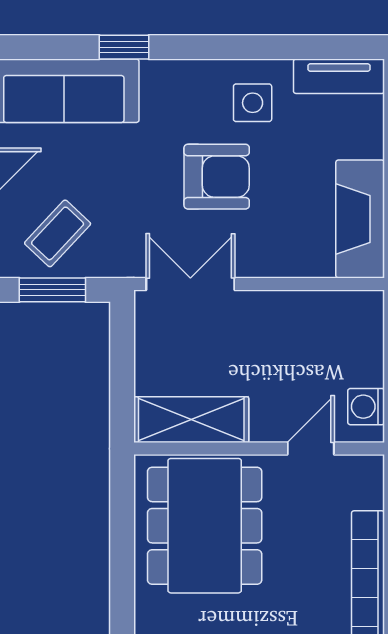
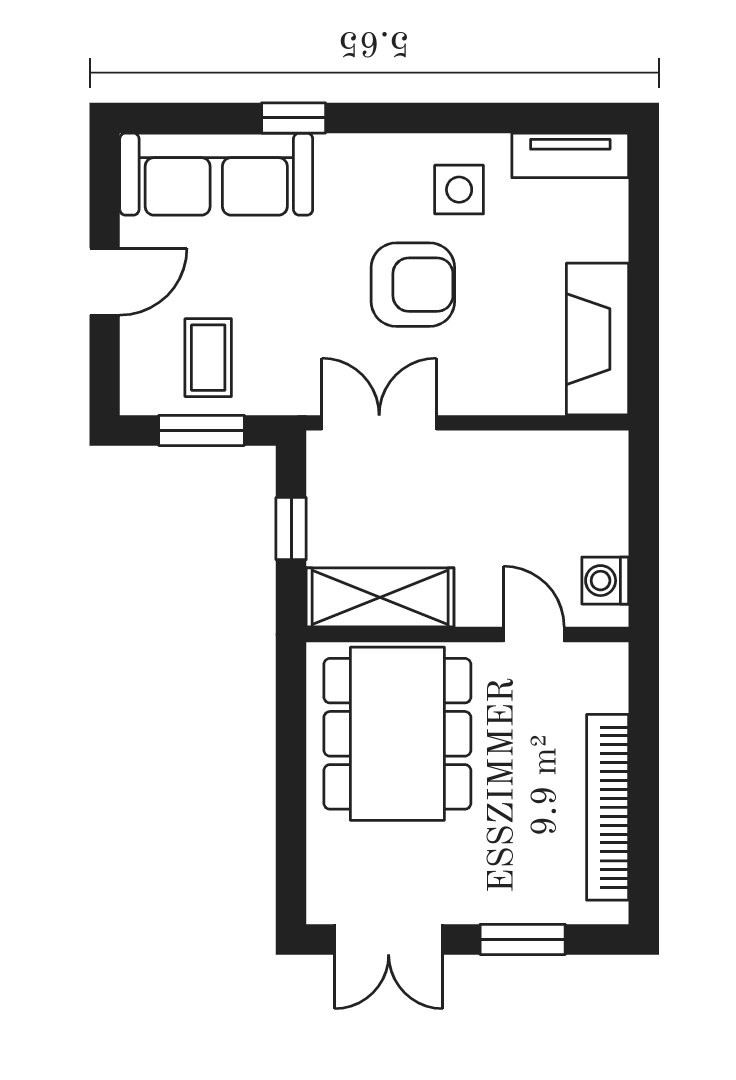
coffee table: (58, 233) -> (208, 358), turned -43
window: (122, 366) -> (291, 529), added
door: (311, 449) -> (534, 635), hinge flipped

